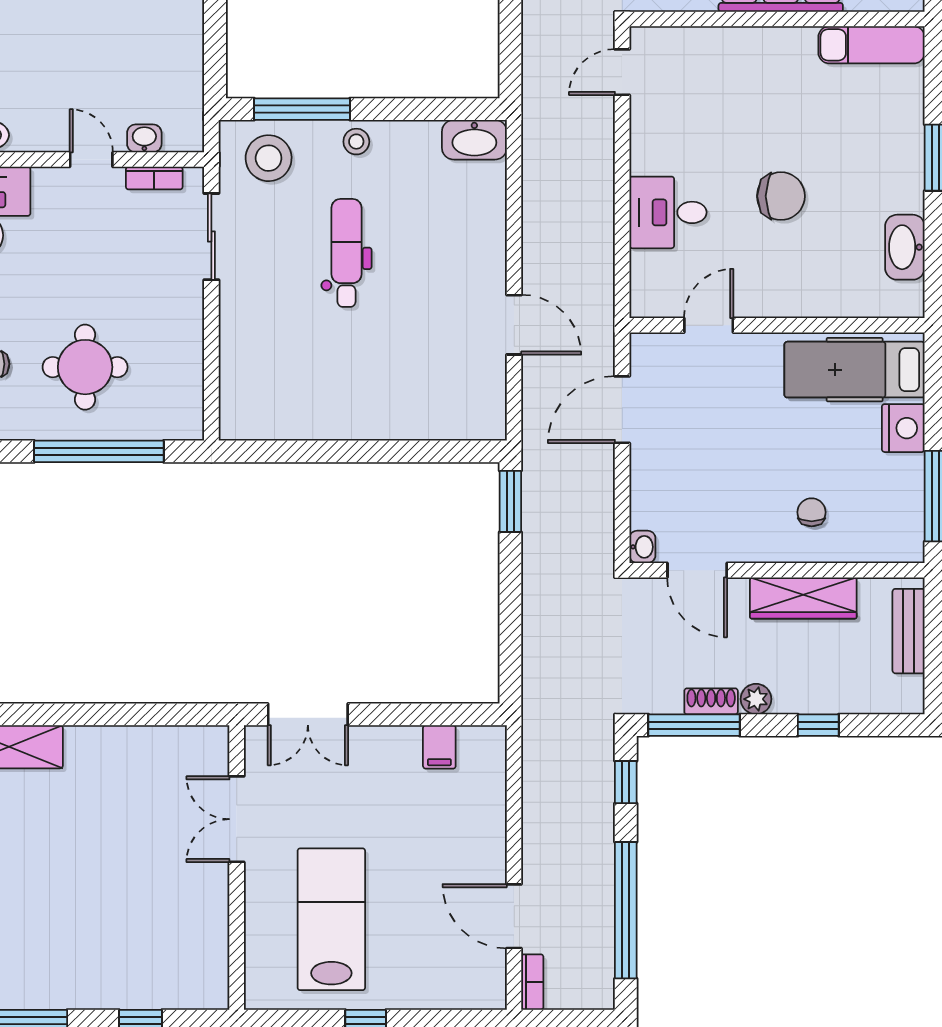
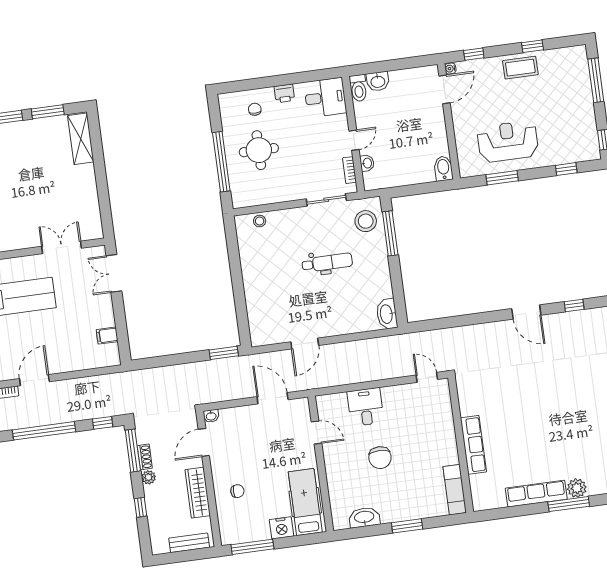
stool: (356, 142) -> (260, 221), moved

